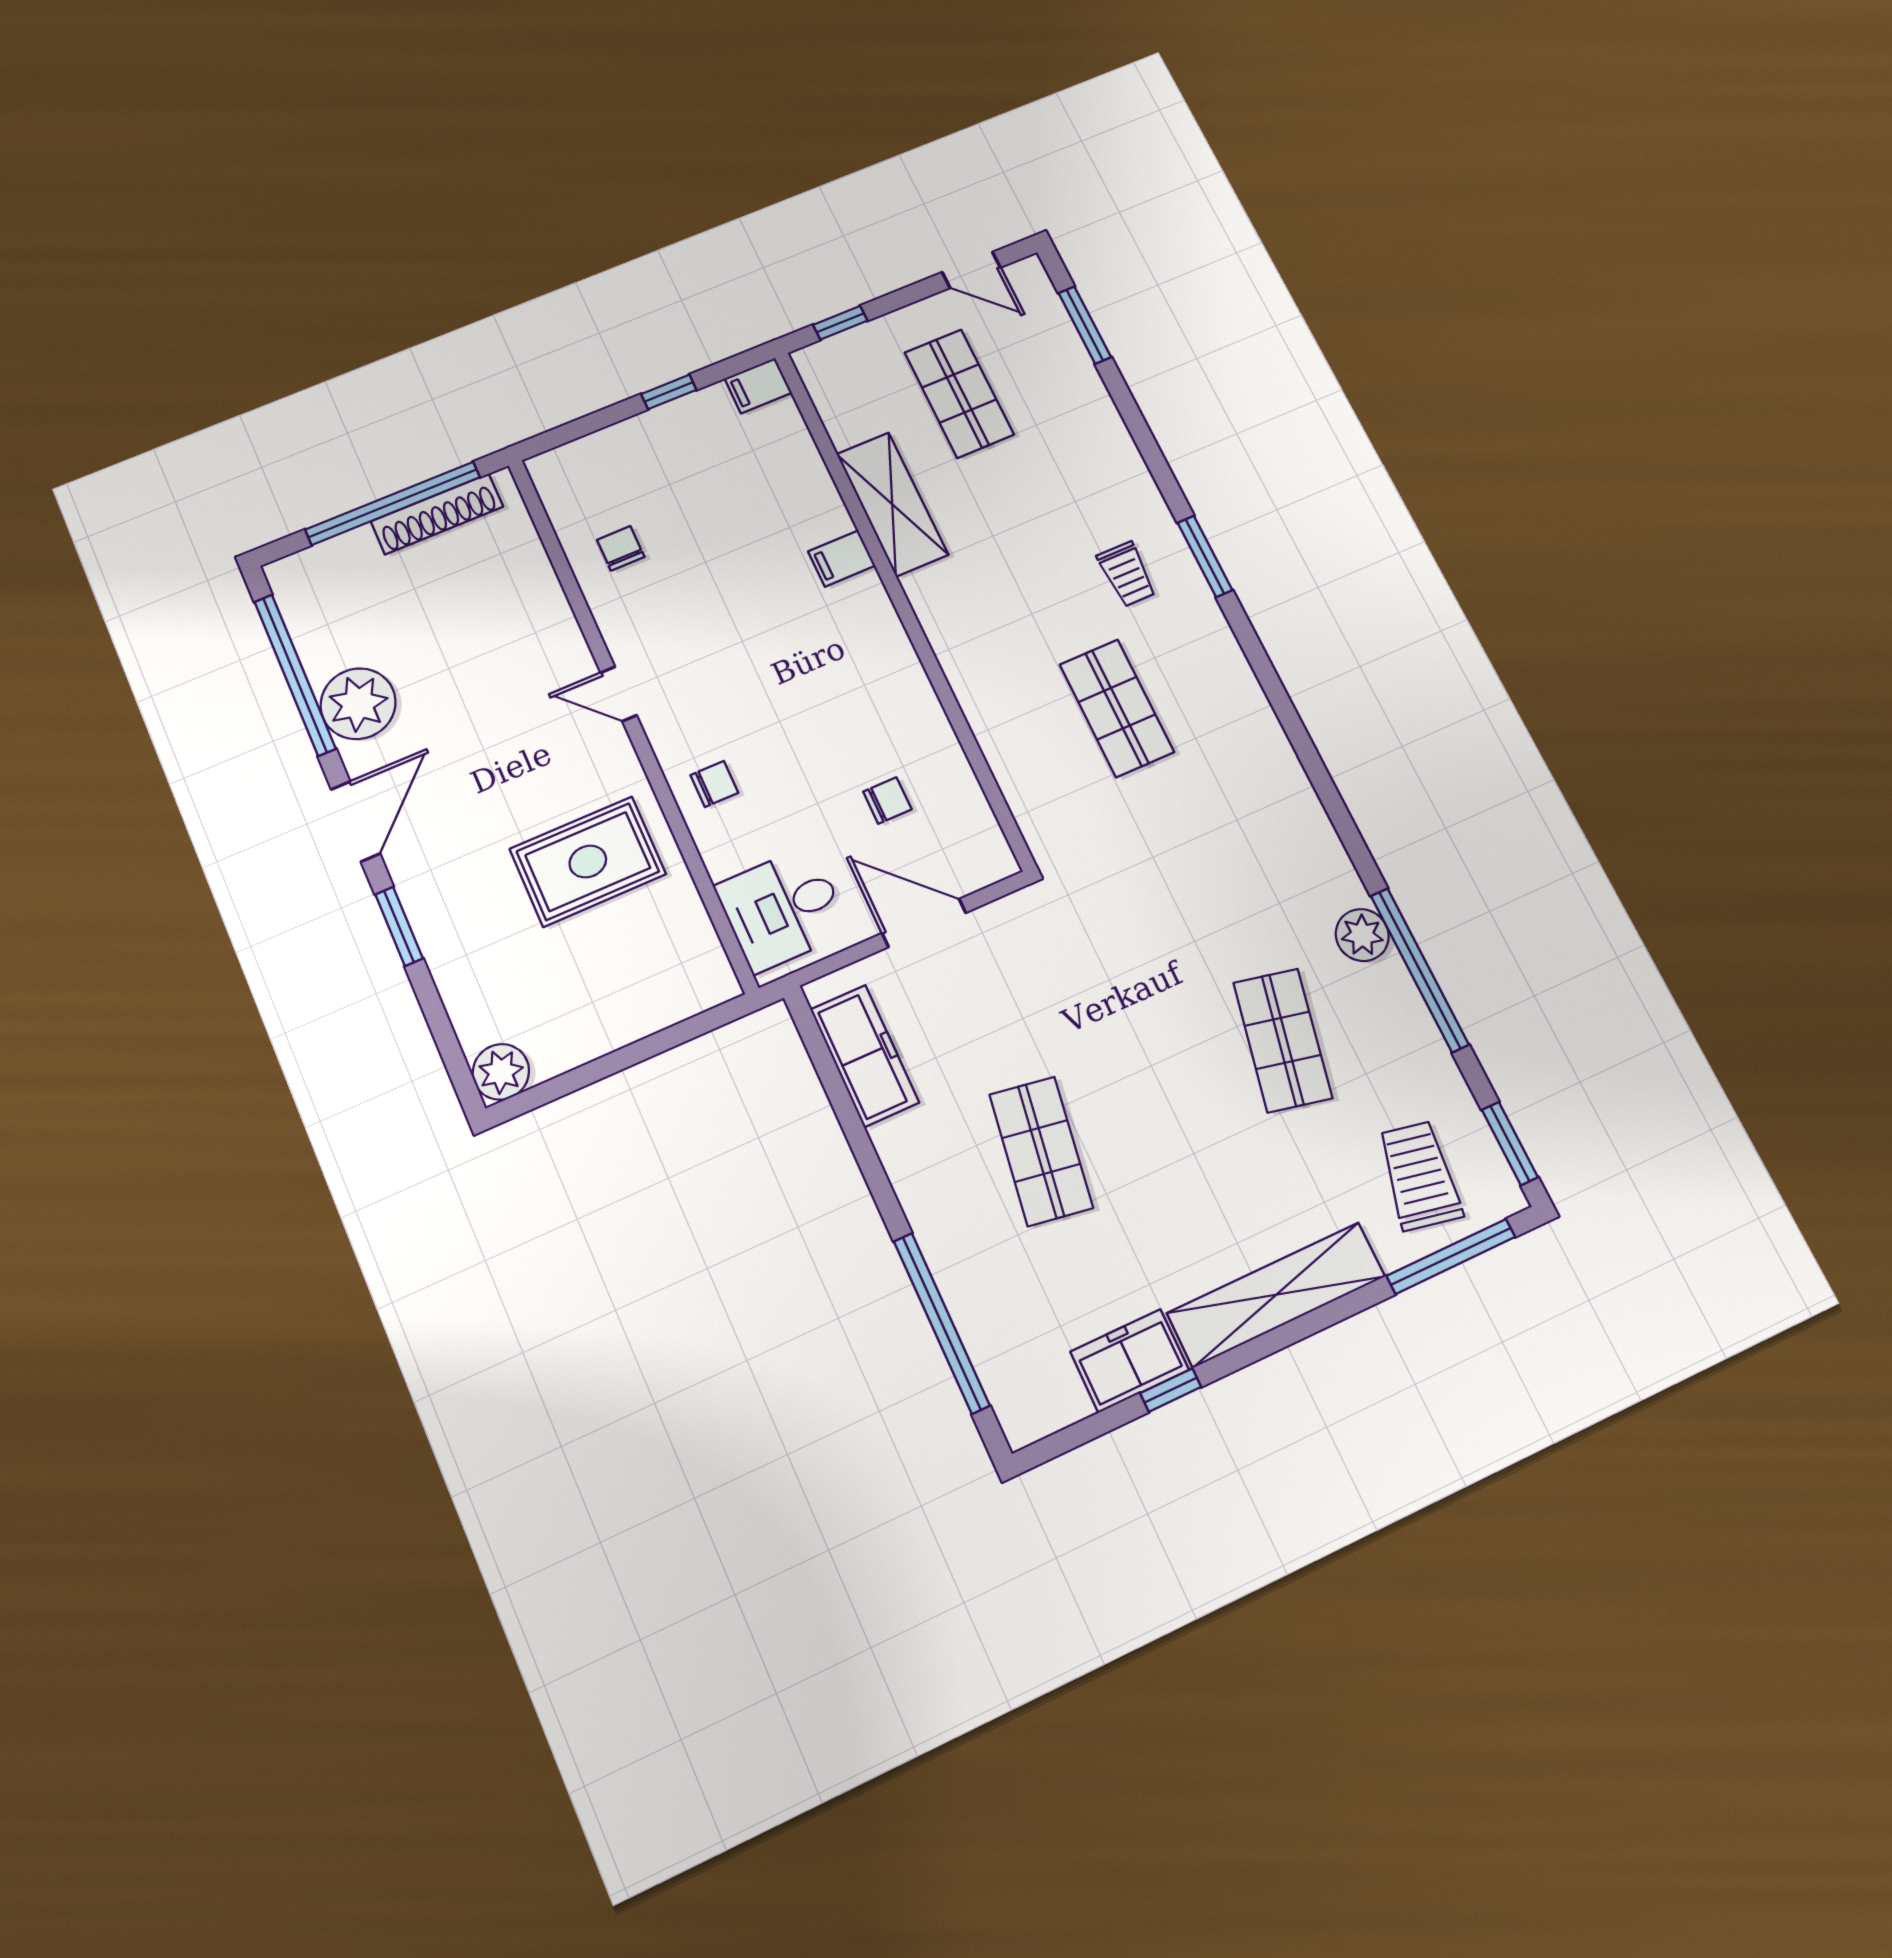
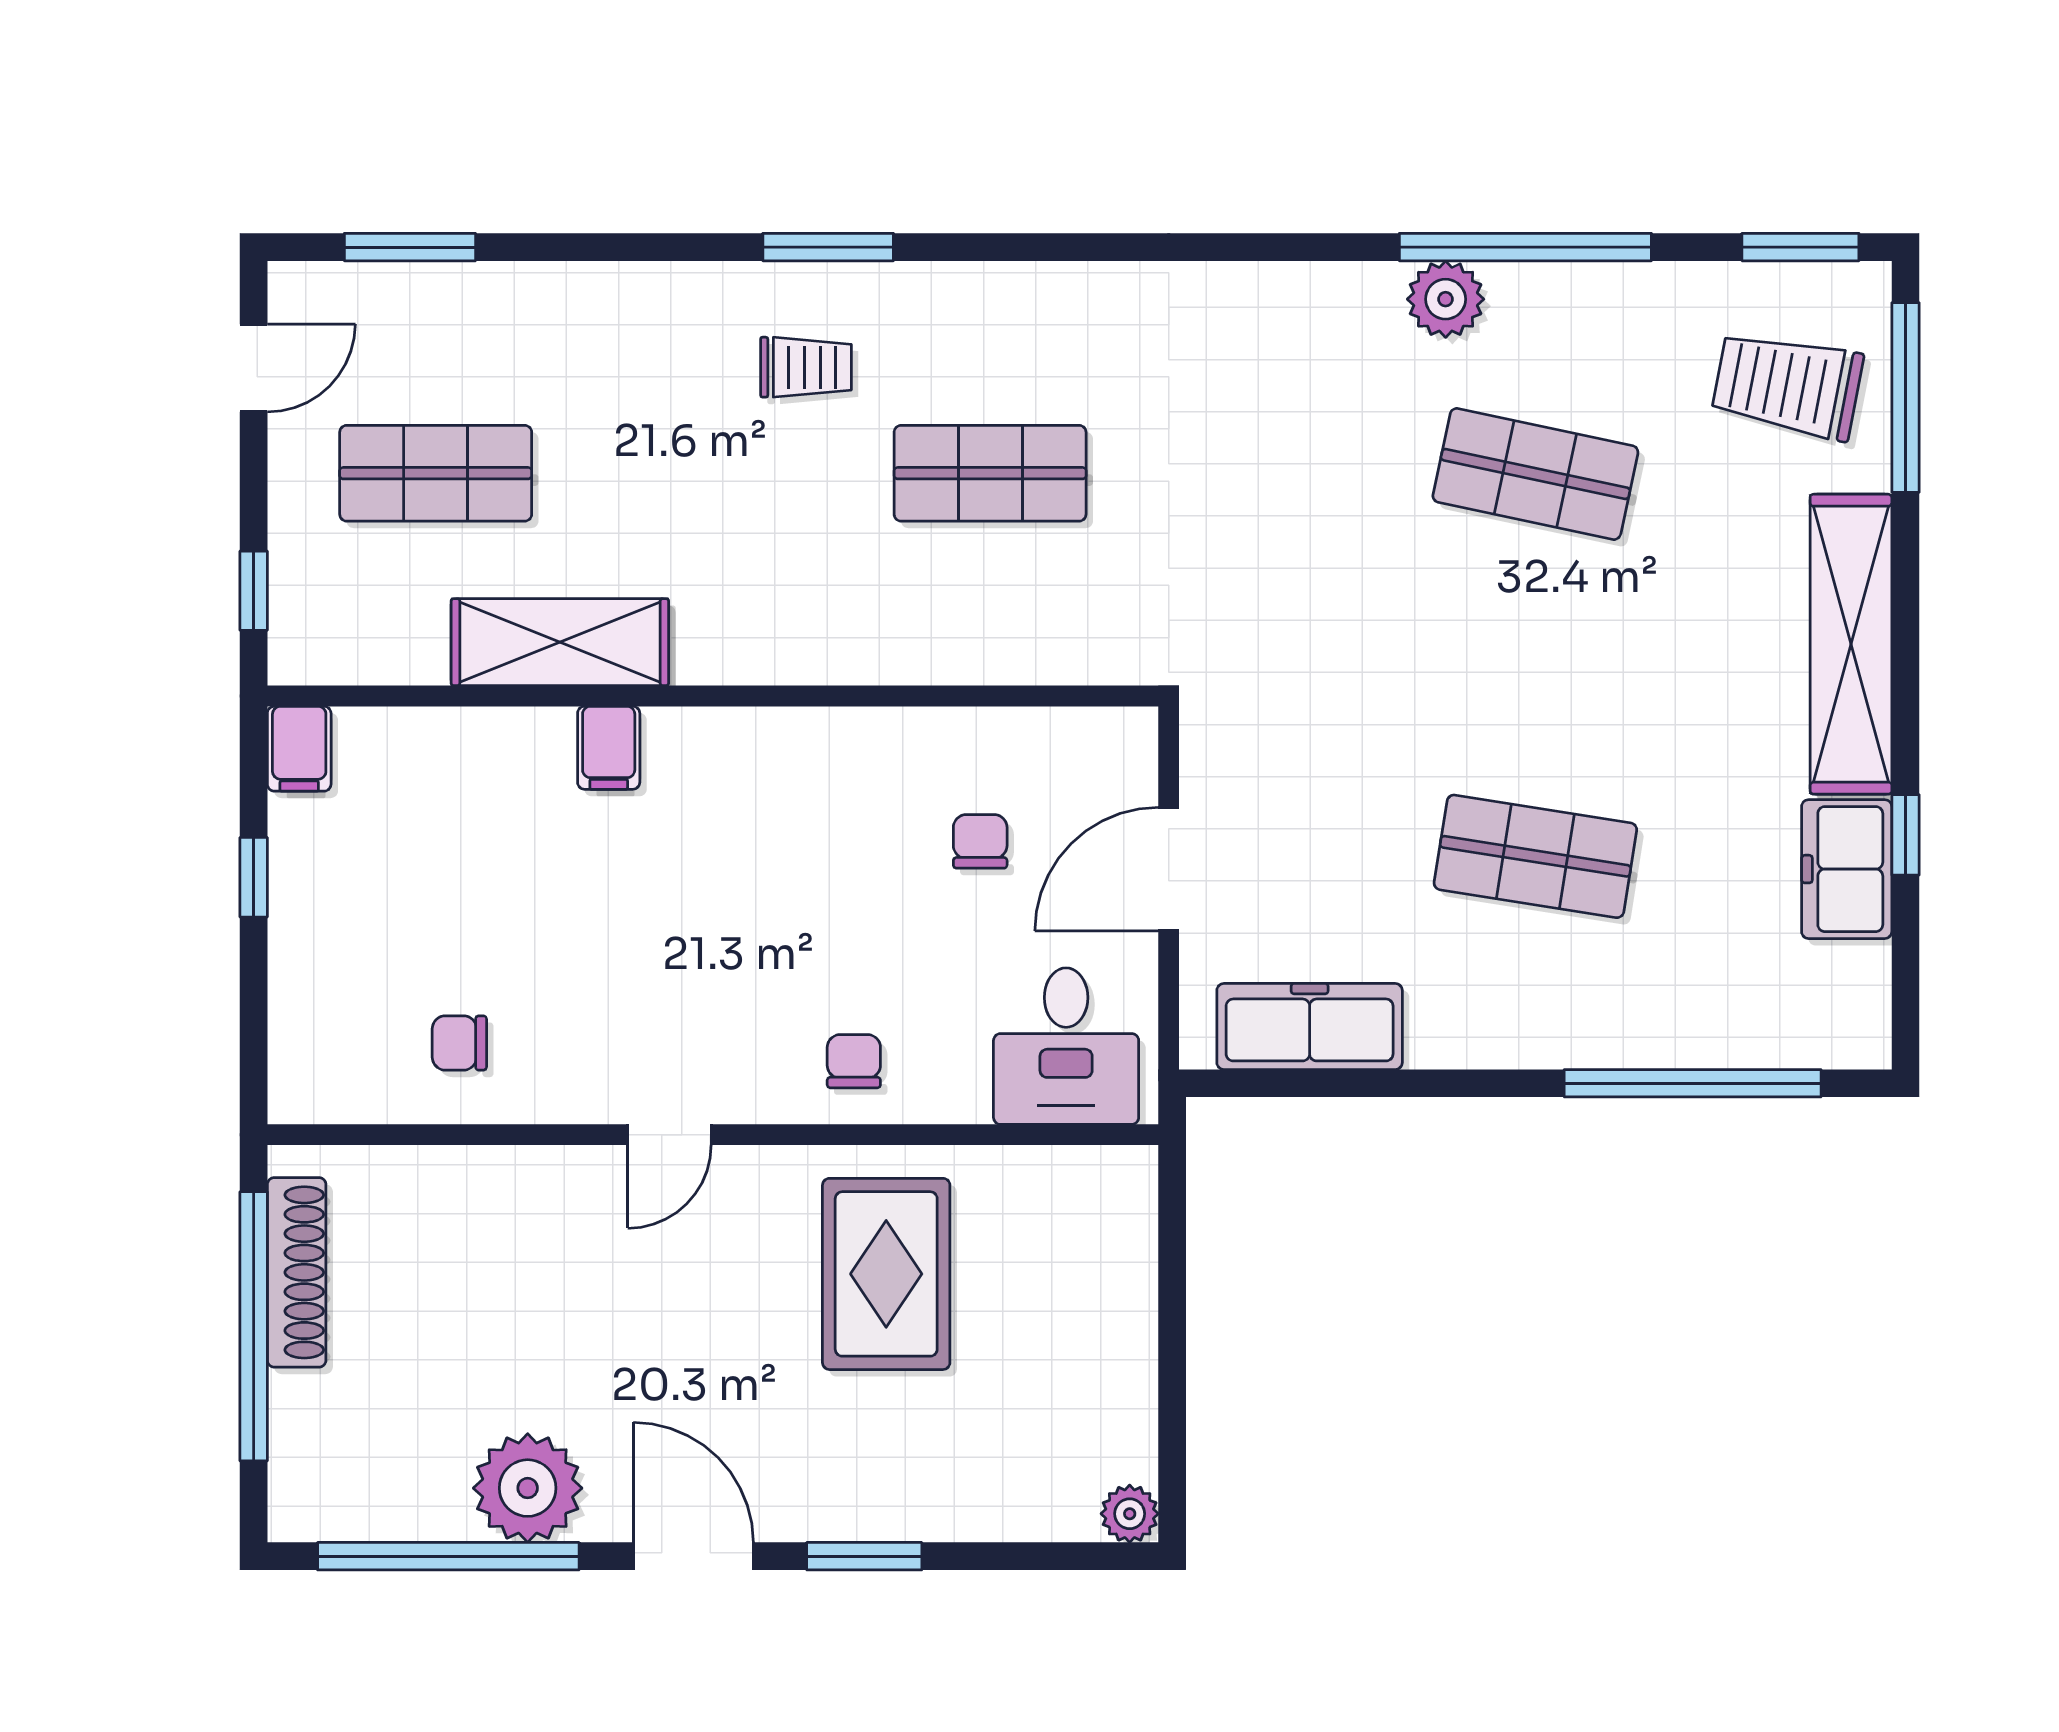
plant: (501, 1072) -> (1130, 1514), width x0.73, depth x0.73

